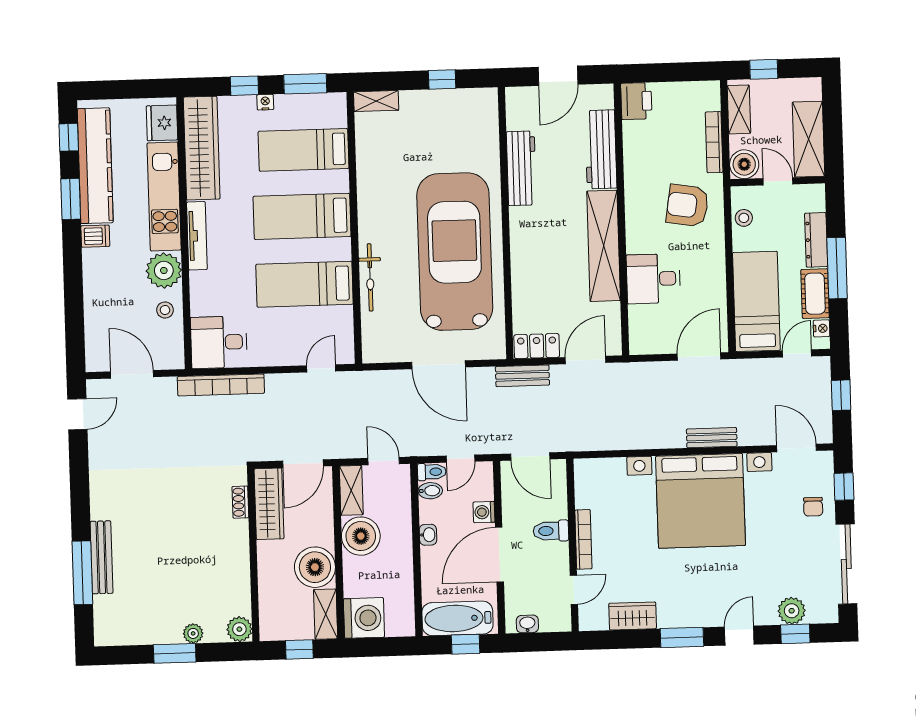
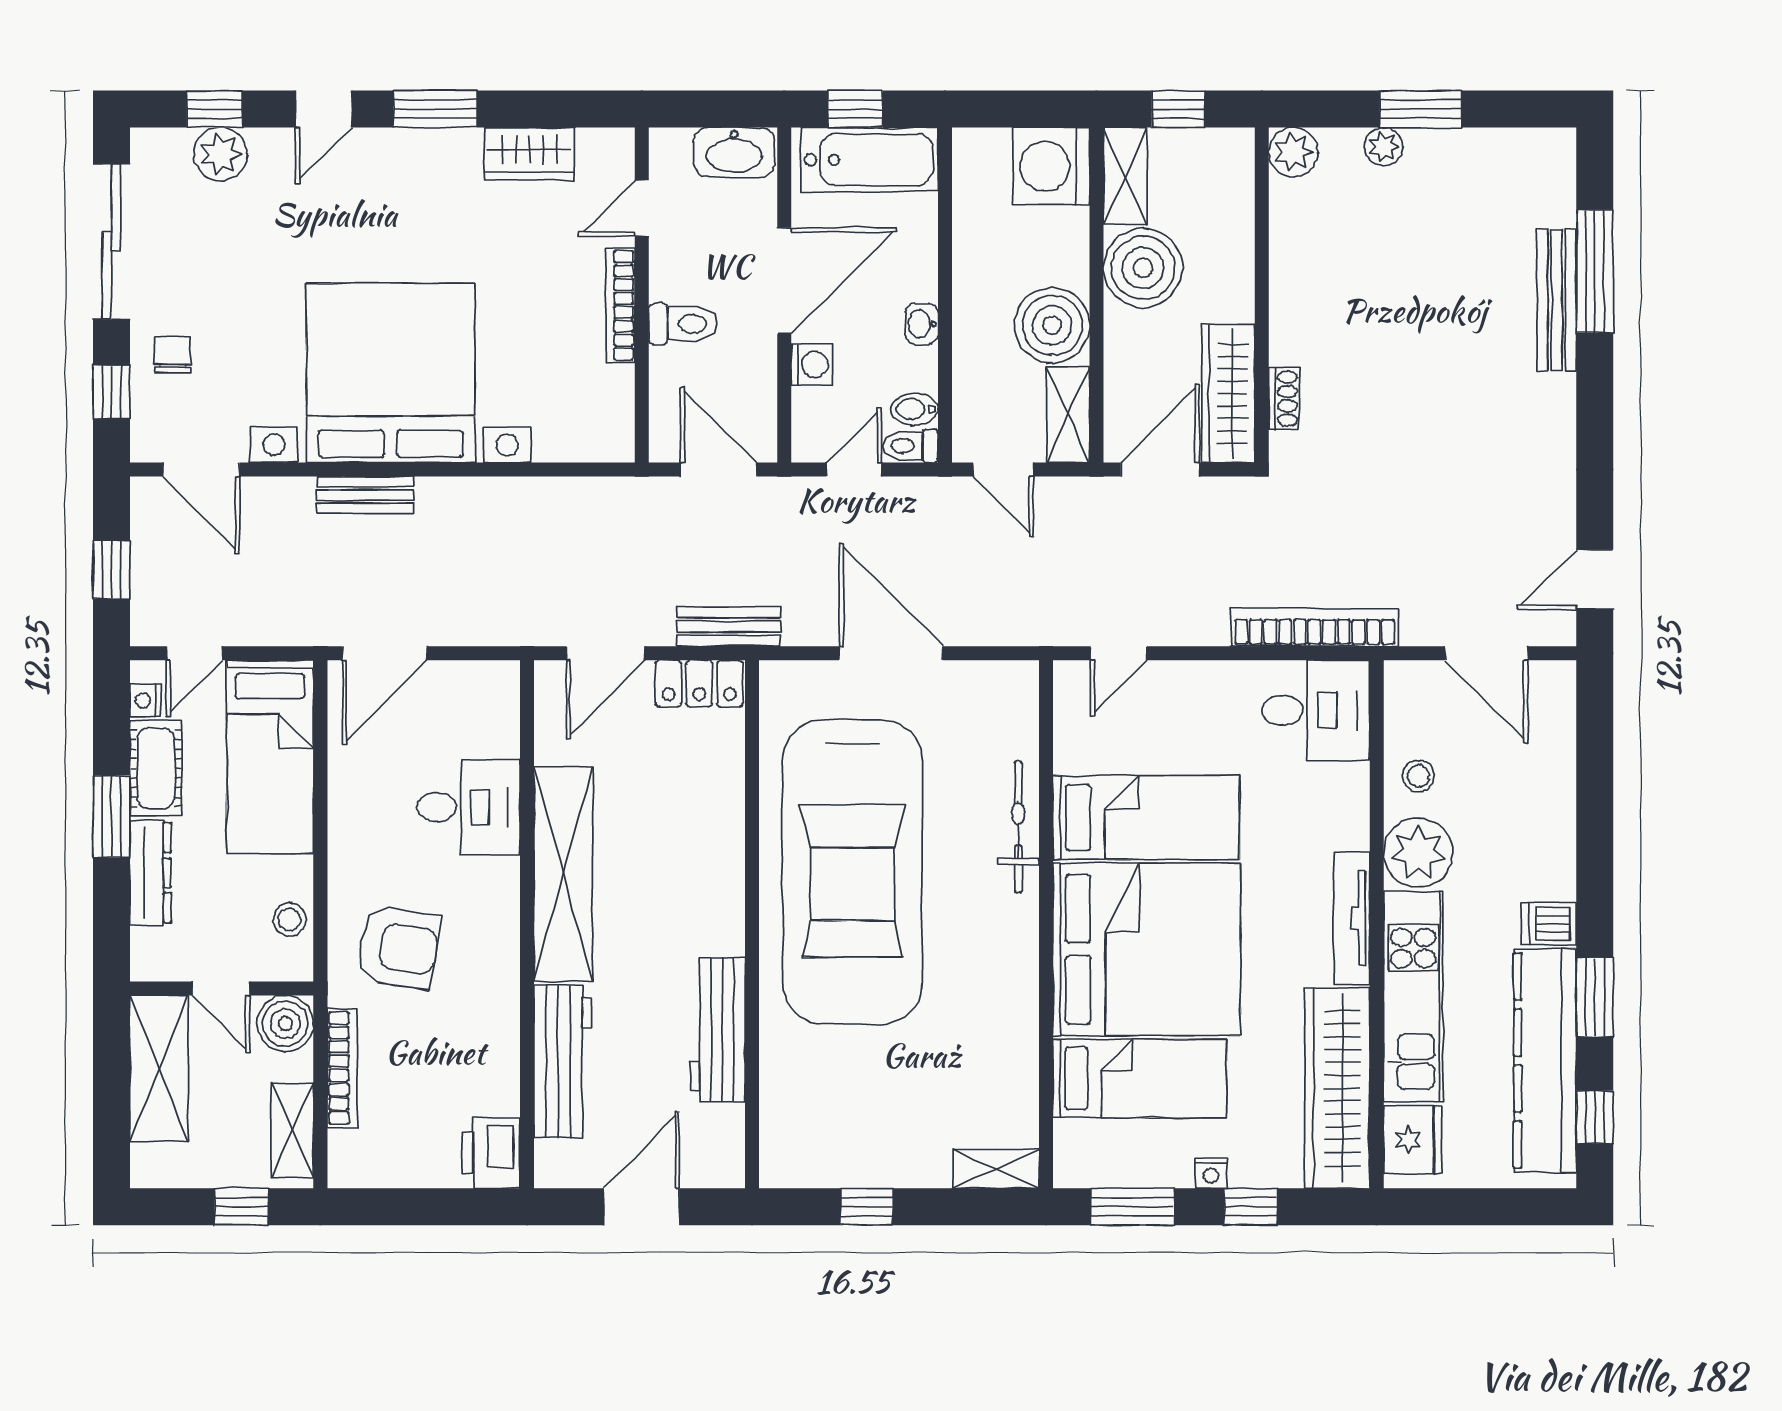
bed: (302, 216) -> (1147, 949), width x2.04
window: (837, 268) -> (111, 817), width x0.69
washbasin: (527, 624) -> (734, 152), width x1.91, depth x1.45

